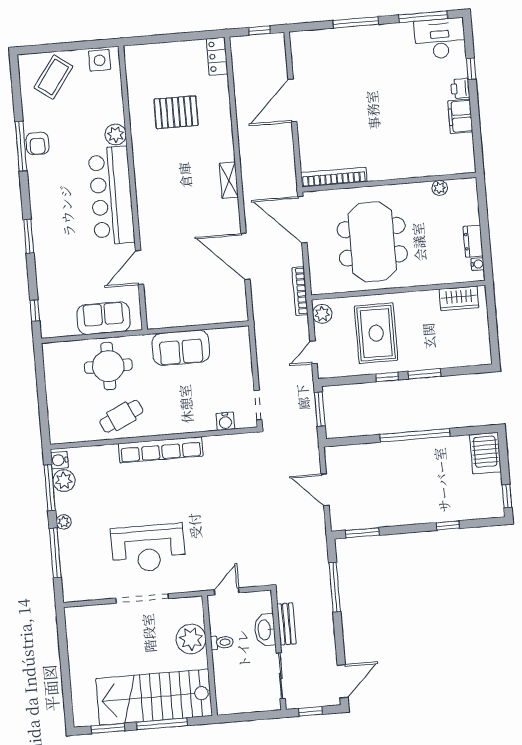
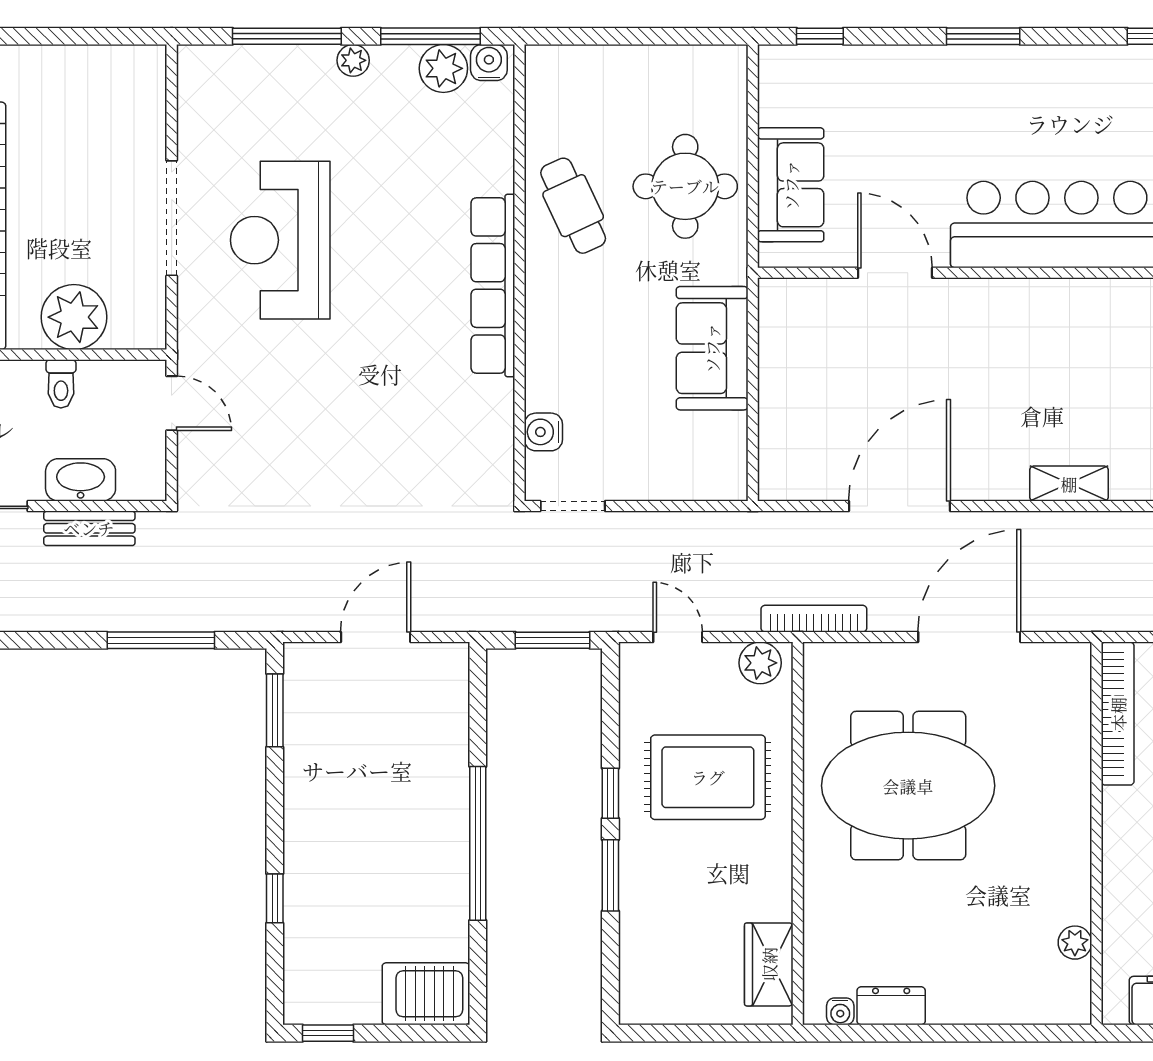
bookcase: (334, 177) -> (1118, 714), moved
wall: (389, 182) -> (1097, 833), moved
plant: (440, 188) -> (1075, 943), moved

